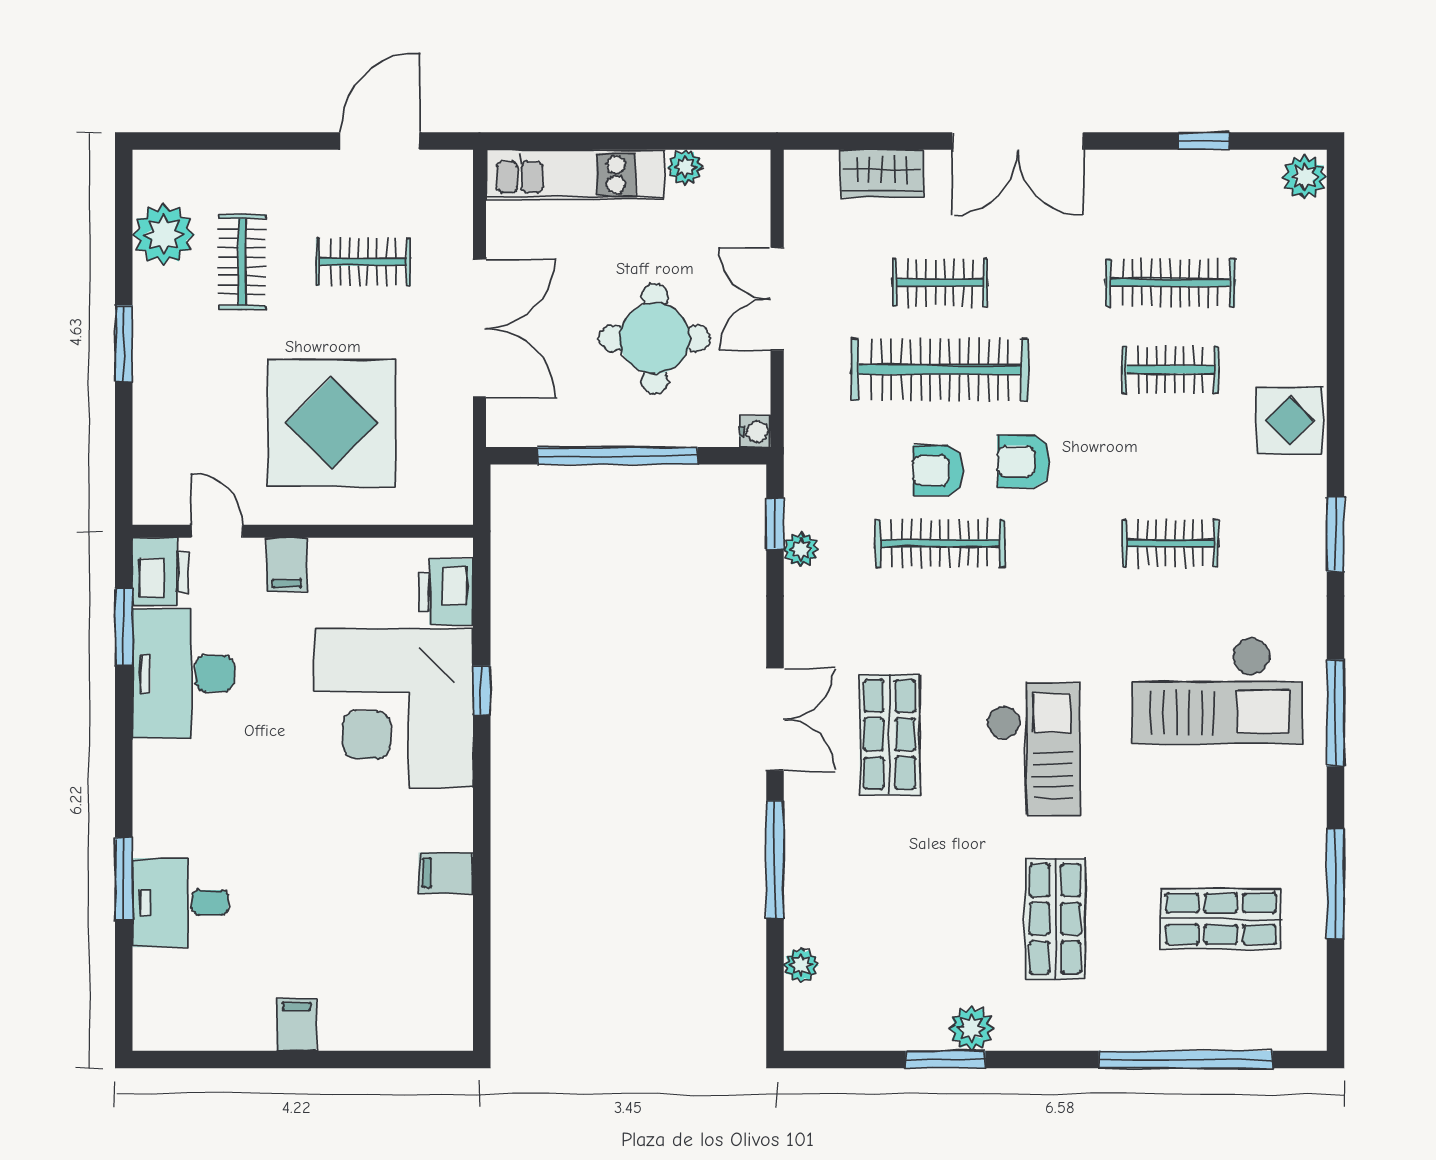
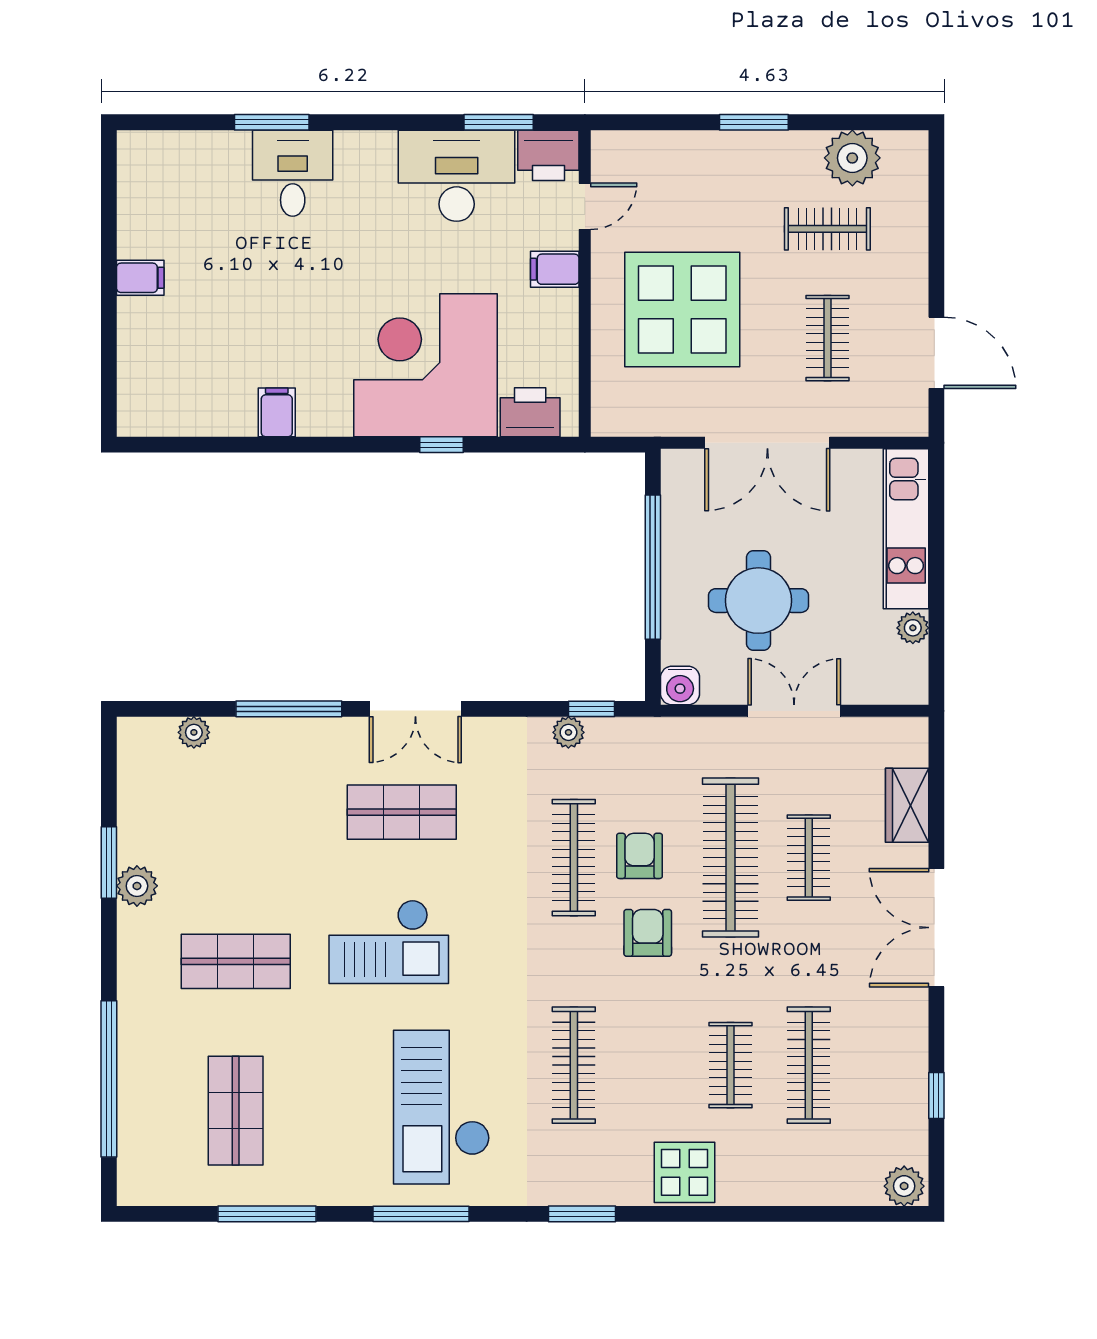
water cooler: (755, 432) -> (680, 686), width x1.38, depth x1.38
clothes rail: (1170, 543) -> (574, 1065), width x1.36
desk: (180, 903) -> (293, 173), moved

